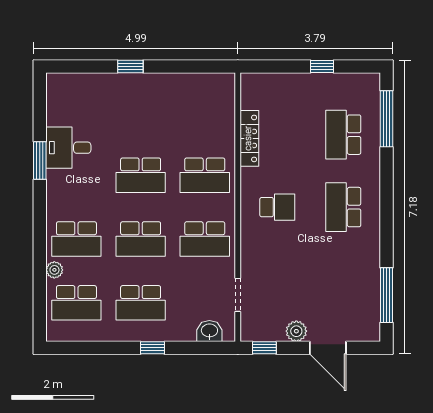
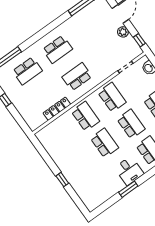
desk: (68, 148) -> (129, 171), moved
school desk: (277, 207) -> (77, 77), width x1.85

